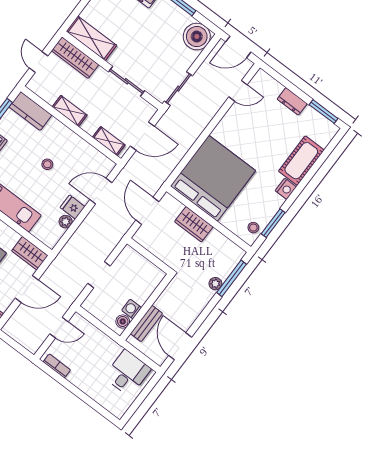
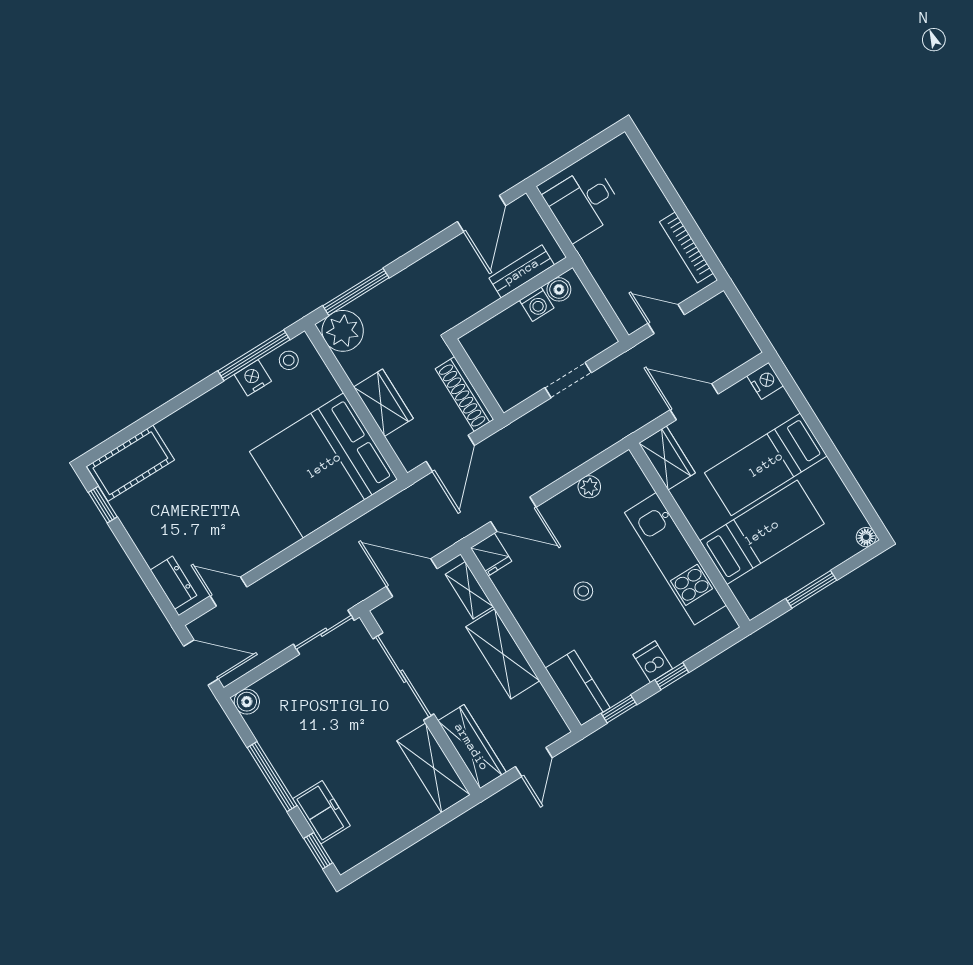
boiler: (197, 37) -> (247, 702), width x0.54, depth x0.54
sliding door: (127, 81) -> (403, 676), width x1.37
dresser: (292, 101) -> (173, 583), moved
shelving: (70, 111) -> (503, 654), width x1.50, depth x1.33
window: (324, 112) -> (103, 505), width x0.67
cot: (301, 161) -> (130, 463), moved
nightstand: (286, 189) -> (253, 378), moved
fridge: (73, 207) -> (491, 555), moved
window: (273, 223) -> (254, 355), width x1.44
shoe rack: (152, 246) -> (465, 394), added
plant: (215, 284) -> (343, 331), moved, width x1.88, depth x1.88
bookcase: (57, 366) -> (686, 247), width x1.56

